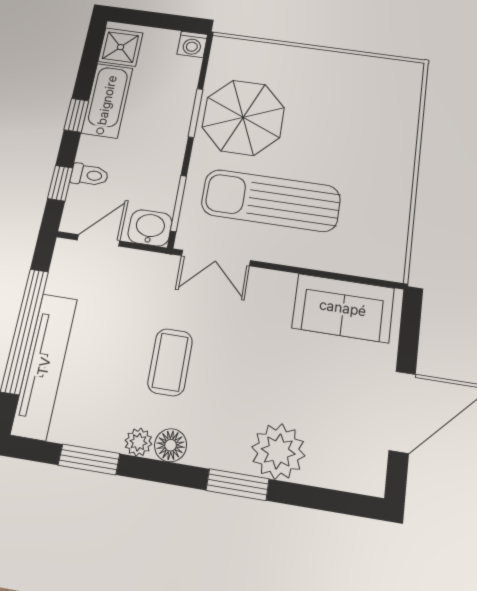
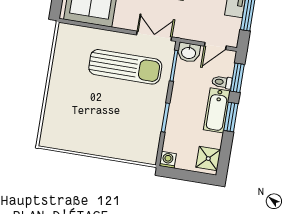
bathtub: (107, 100) -> (217, 110), moved
window: (76, 115) -> (231, 117), width x1.50
parasol: (243, 117) -> (139, 115), removed
window: (60, 183) -> (237, 78), width x1.50

